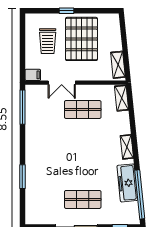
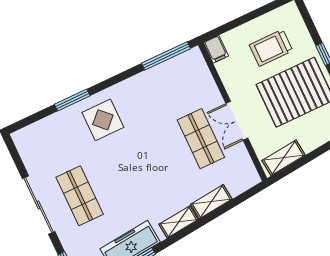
double door: (62, 83) -> (237, 121), moved
shelving: (122, 98) -> (211, 202), moved
display table: (43, 164) -> (103, 120), added

